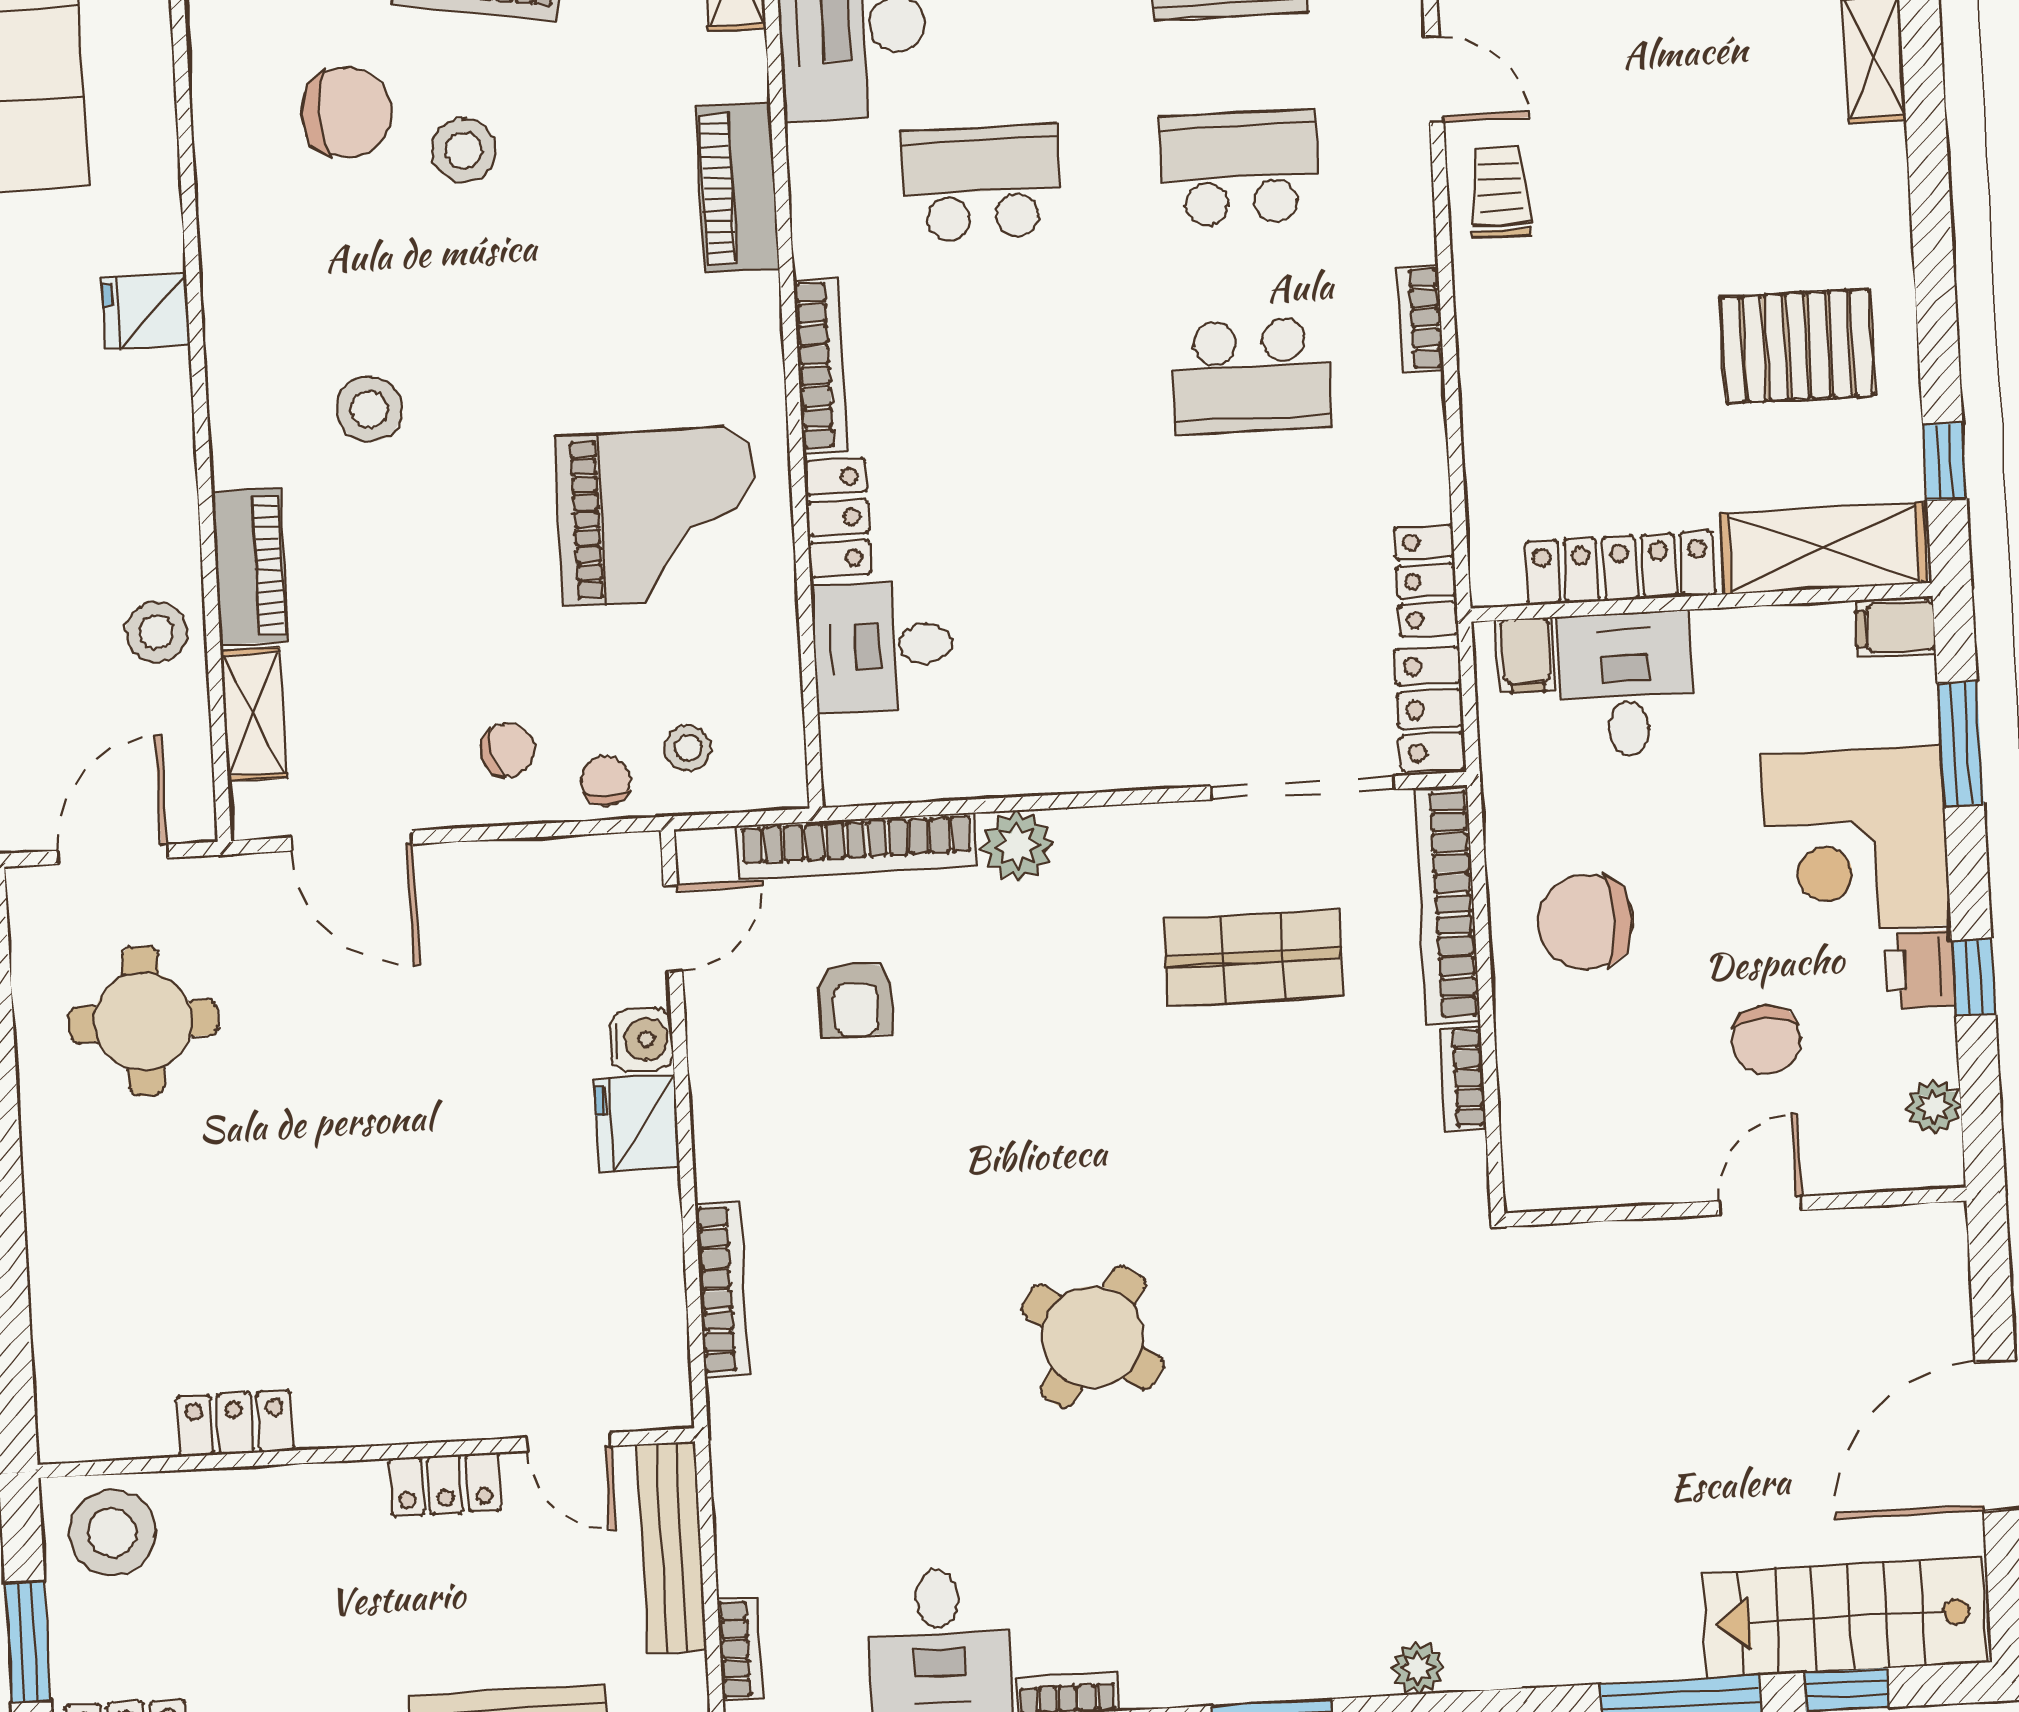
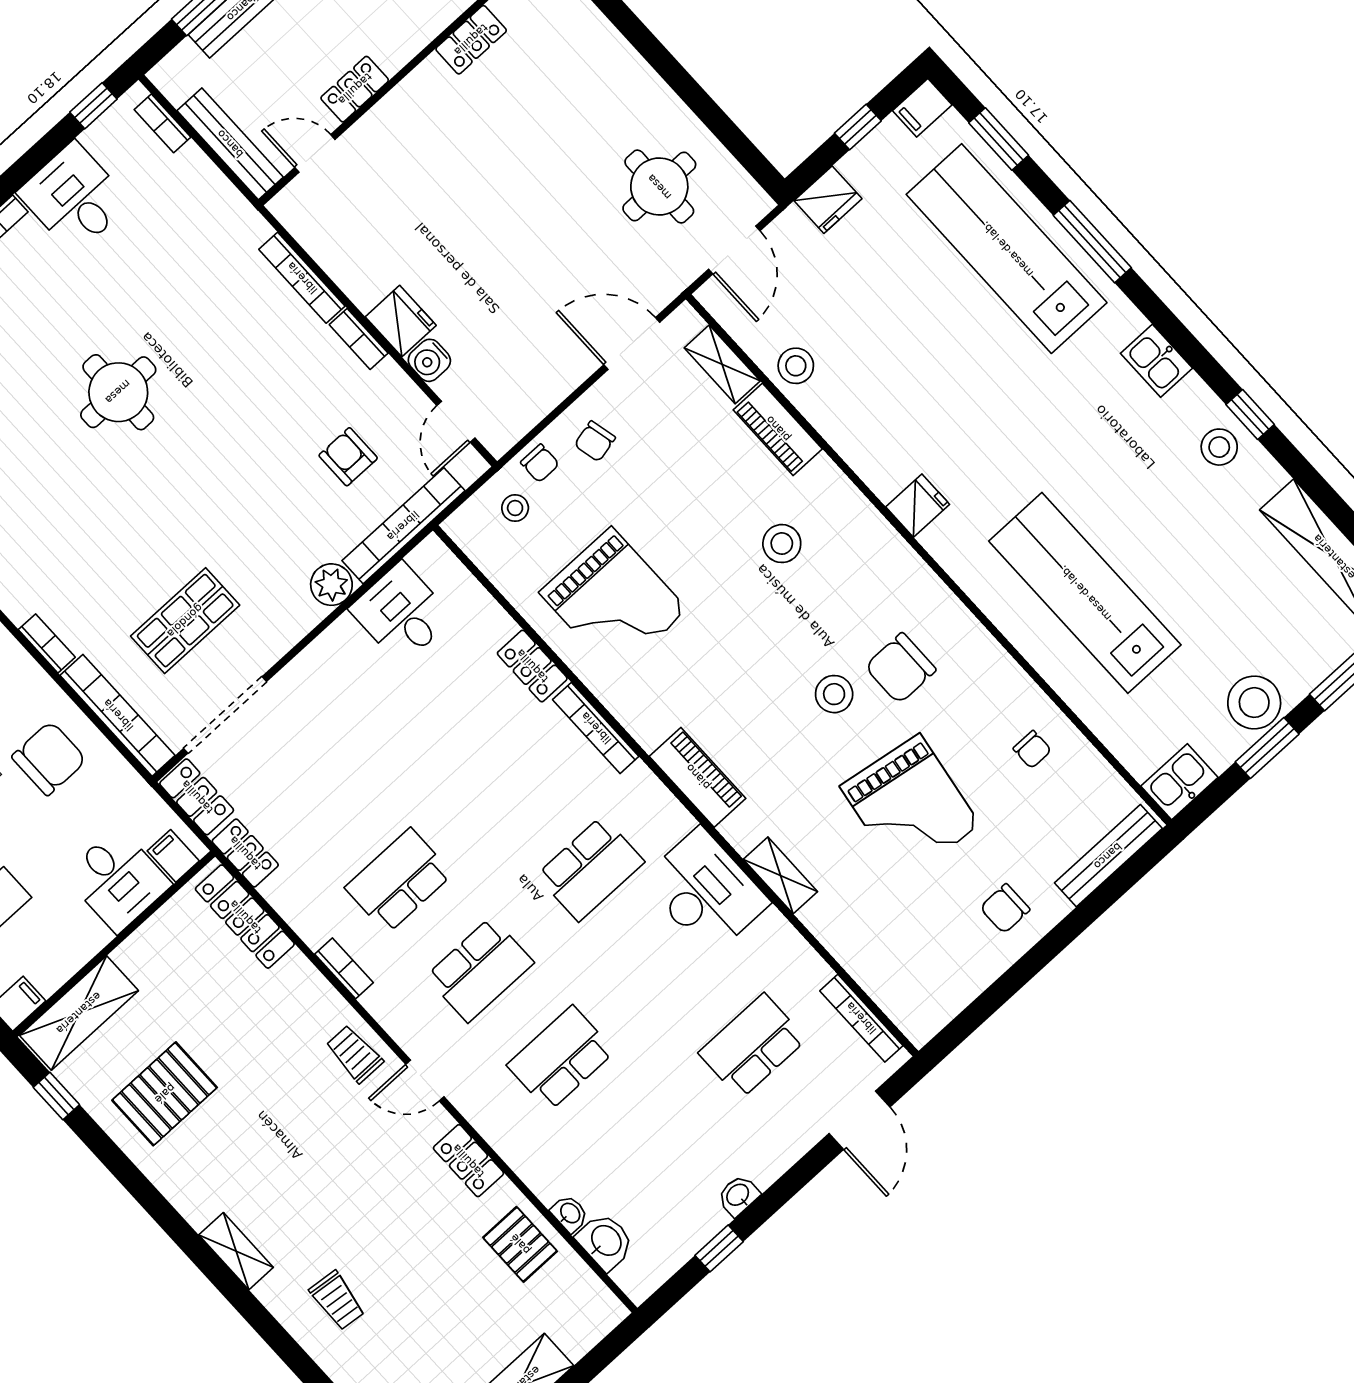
trolley: (1500, 192) -> (354, 1054), turned 180
grand piano: (658, 516) -> (613, 601), turned -90
locker: (1620, 568) -> (245, 917), moved, turned 90
desk: (883, 646) -> (401, 613), moved, turned -90
bookcase: (713, 1145) -> (359, 339), added
round table: (1093, 1337) -> (118, 392), turned -35

